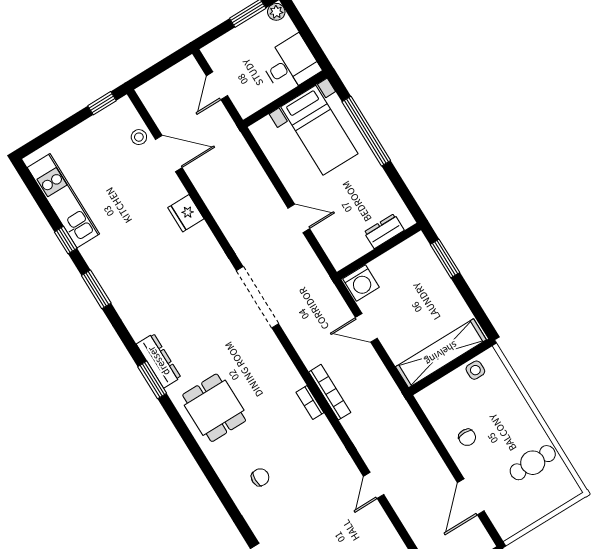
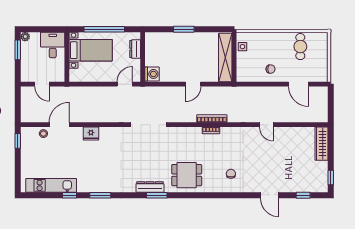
dresser: (384, 231) -> (135, 49), moved
wall: (379, 251) -> (143, 57), moved
washing machine: (361, 283) -> (152, 74), moved

